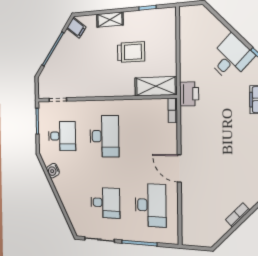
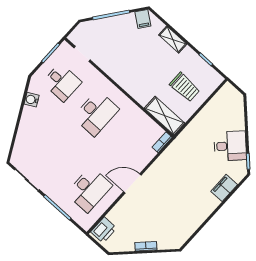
trolley: (131, 52) -> (185, 87), moved
printer: (189, 94) -> (104, 230), moved
door: (179, 168) -> (132, 183), hinge flipped
desk: (105, 203) -> (55, 159), removed

